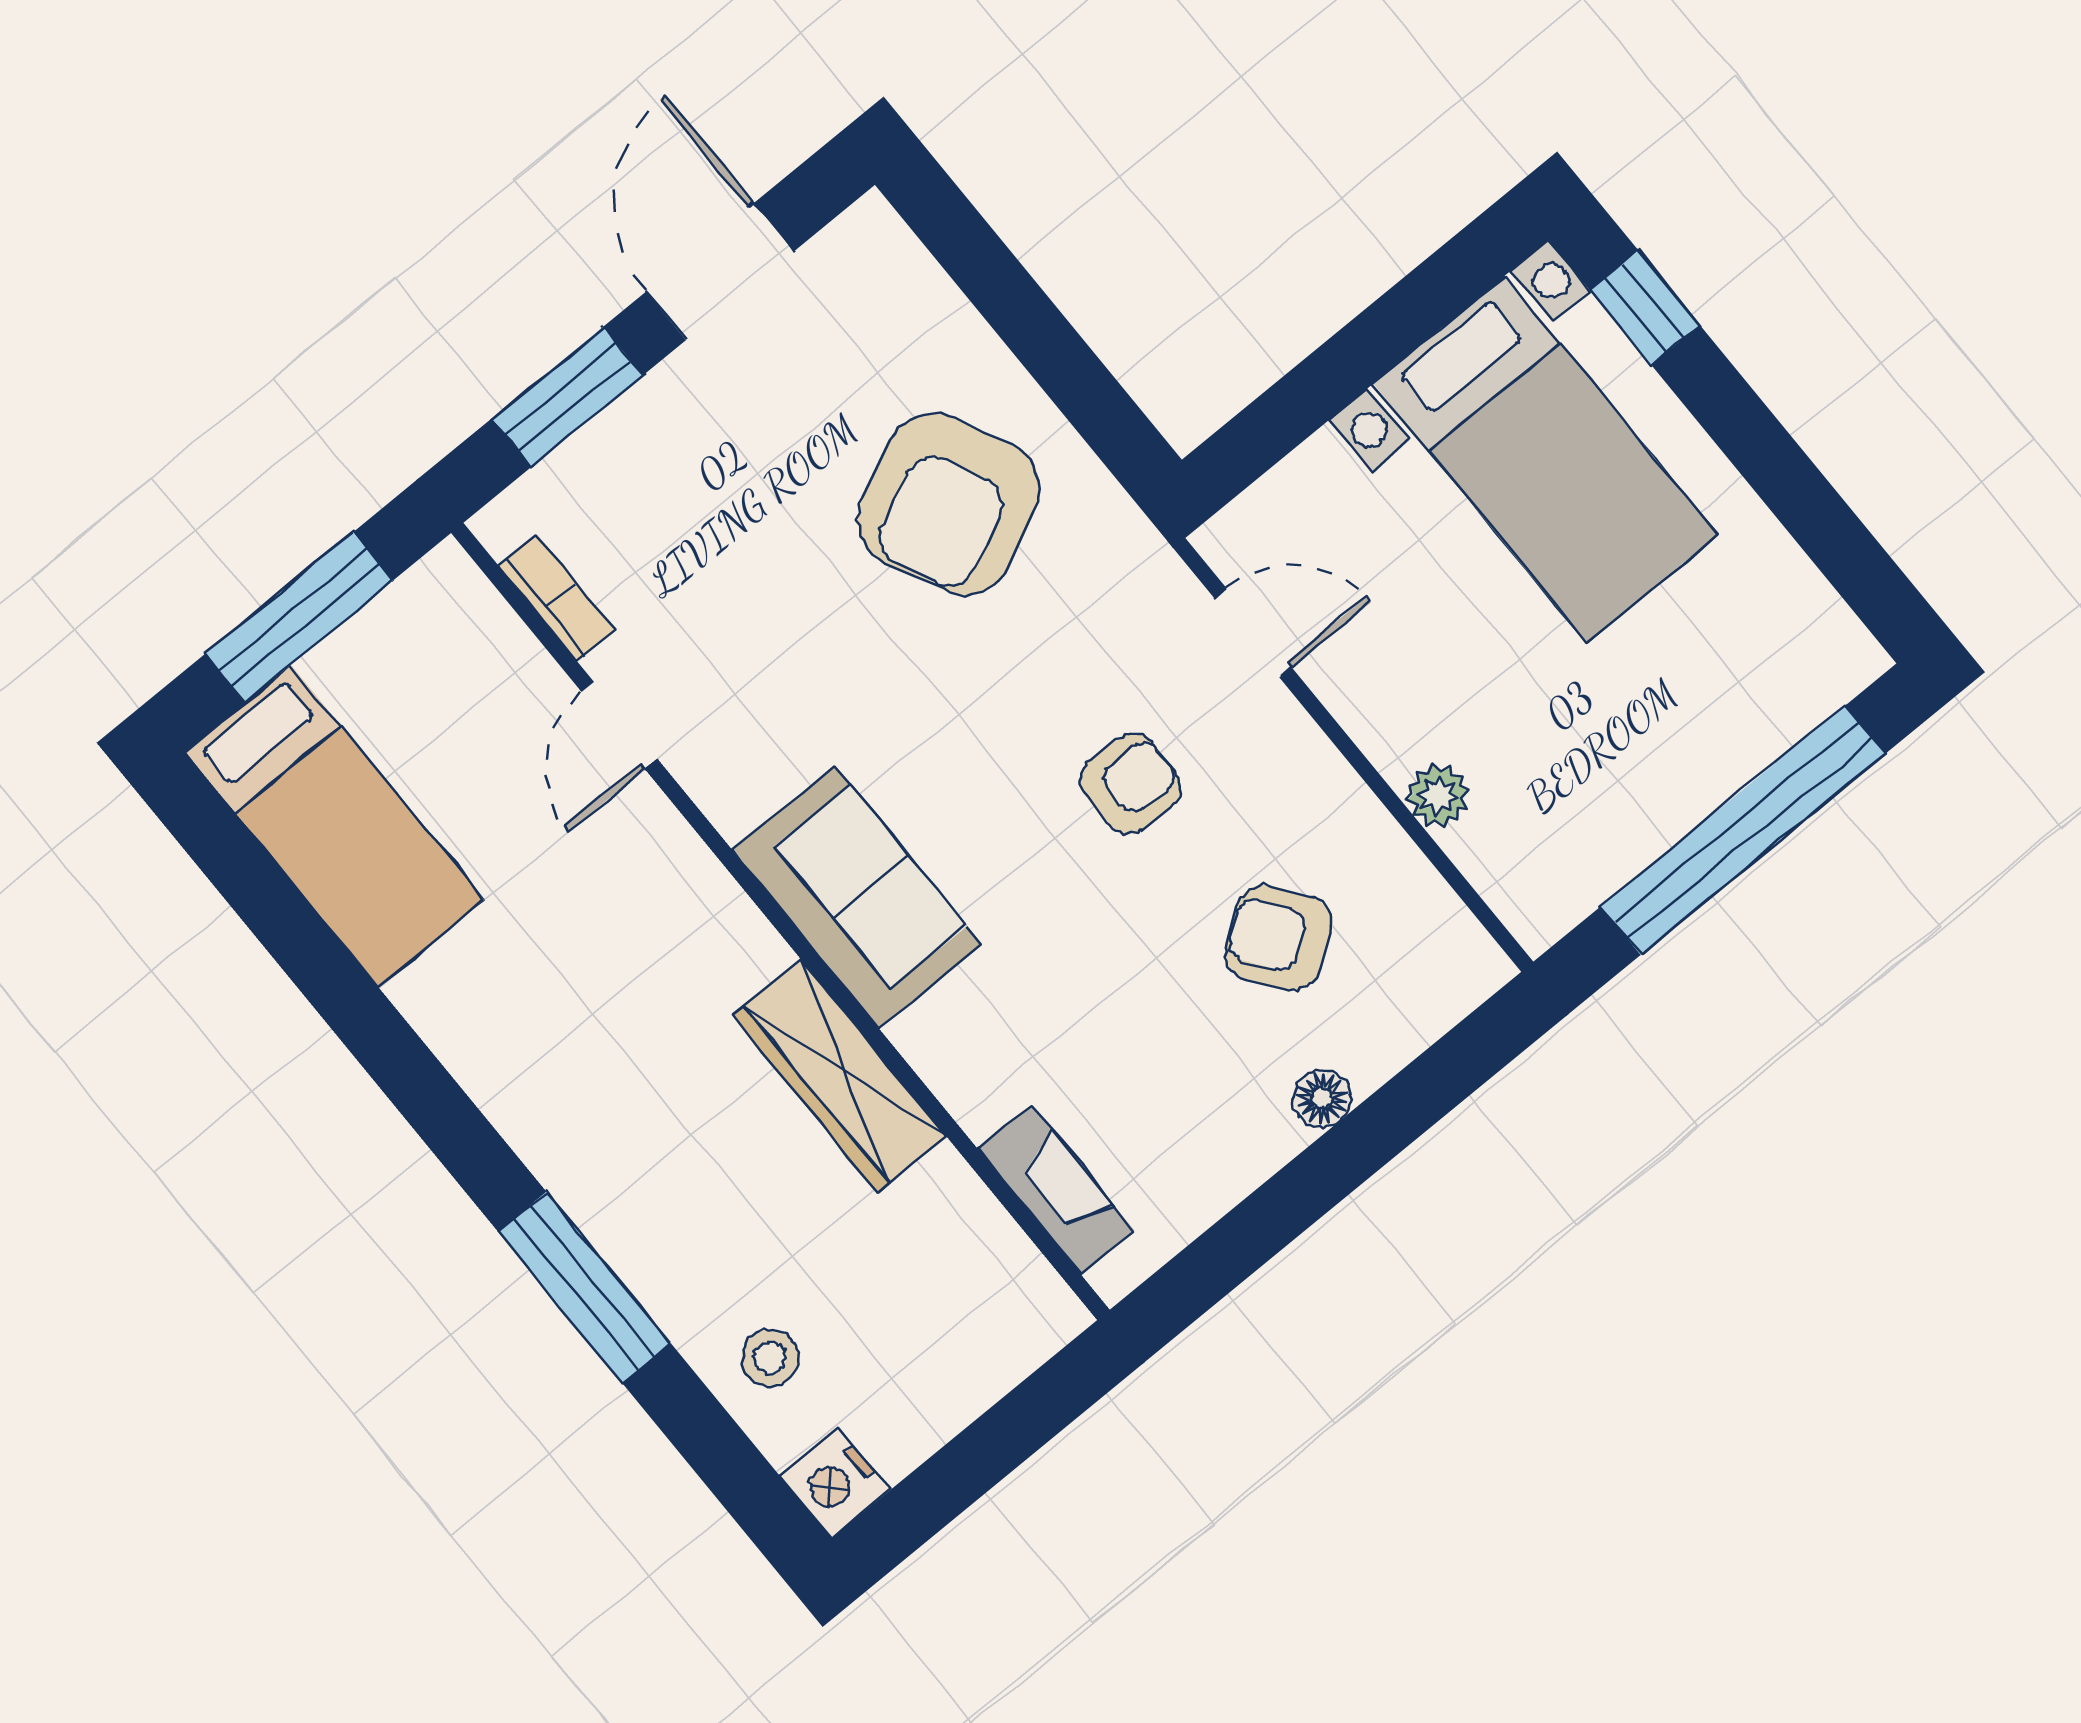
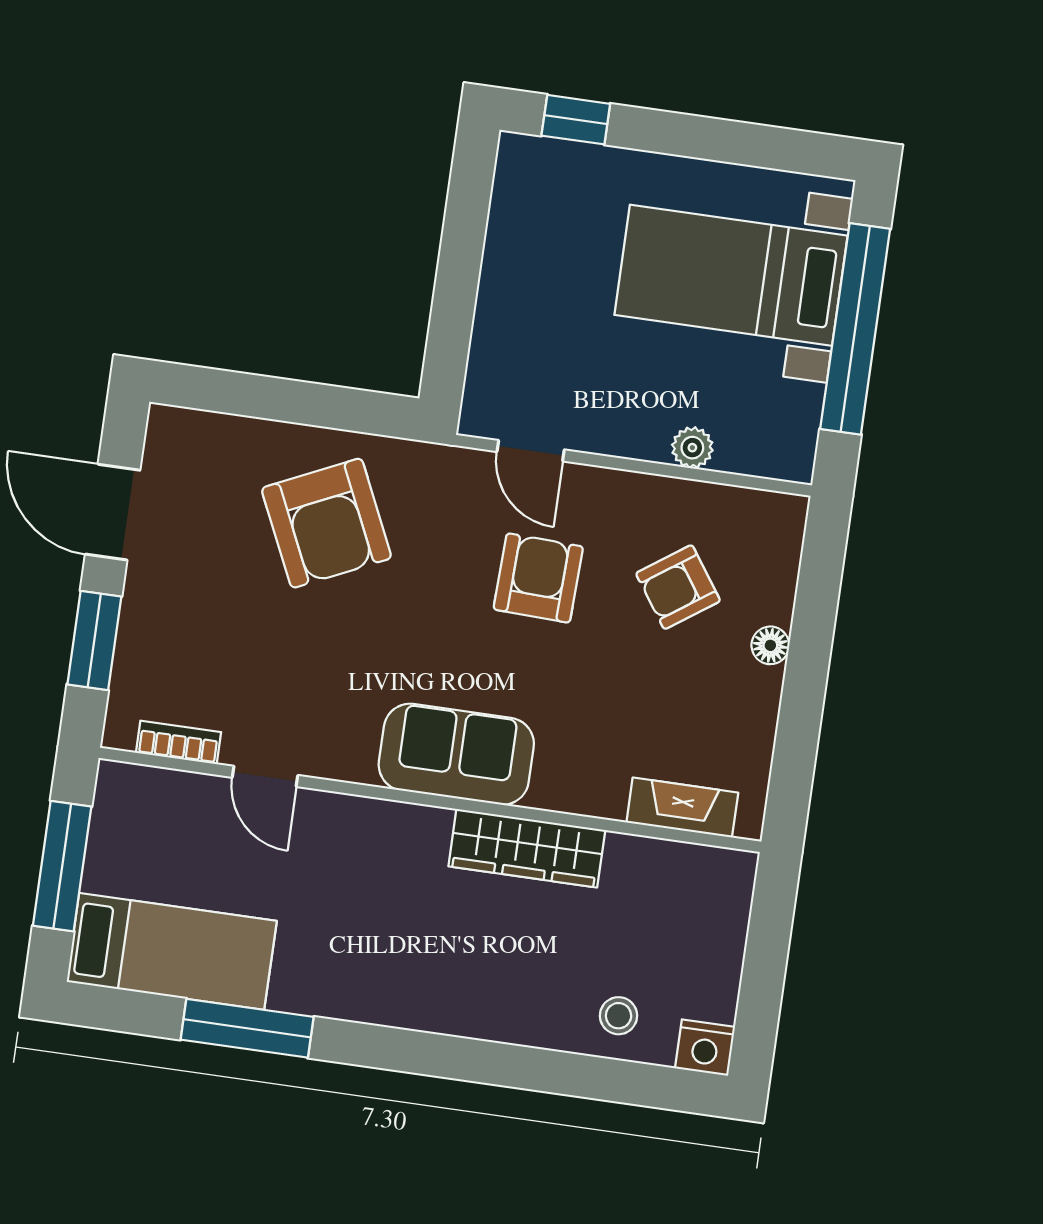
bed with nightstands: (1545, 459) -> (731, 275), moved, turned 180
door: (1253, 633) -> (531, 451), swing flipped
armchair: (1130, 784) -> (538, 578), width x1.38, depth x1.38
window: (584, 1287) -> (247, 1028), moved

